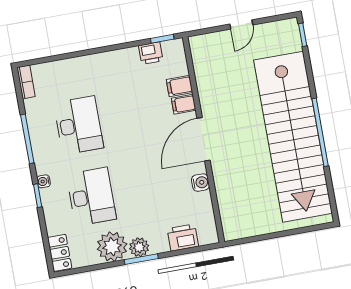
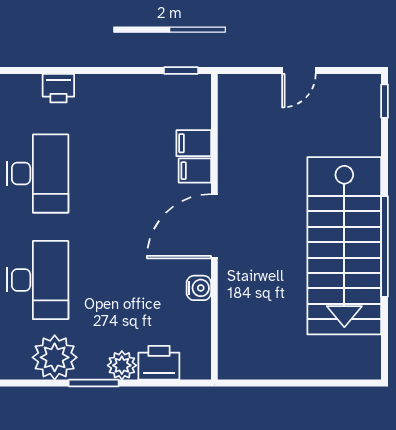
printer: (151, 53) -> (58, 88), moved
stairs: (293, 137) -> (344, 246), width x0.73
plant: (139, 247) -> (122, 365), moved

